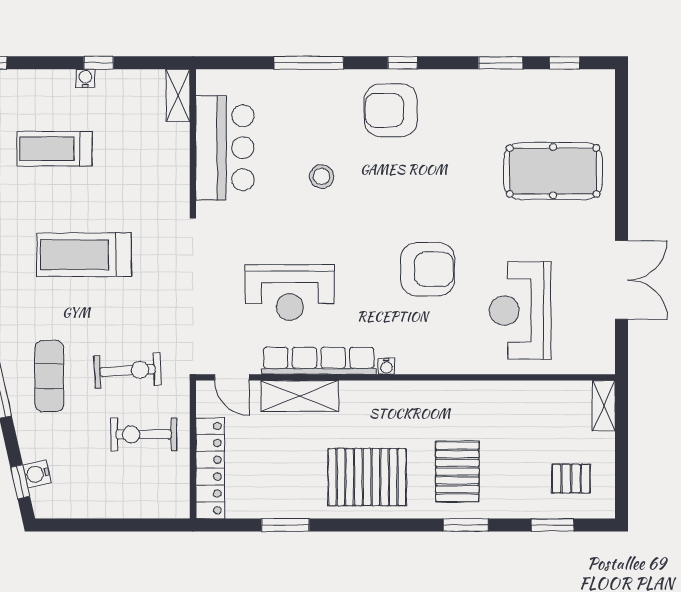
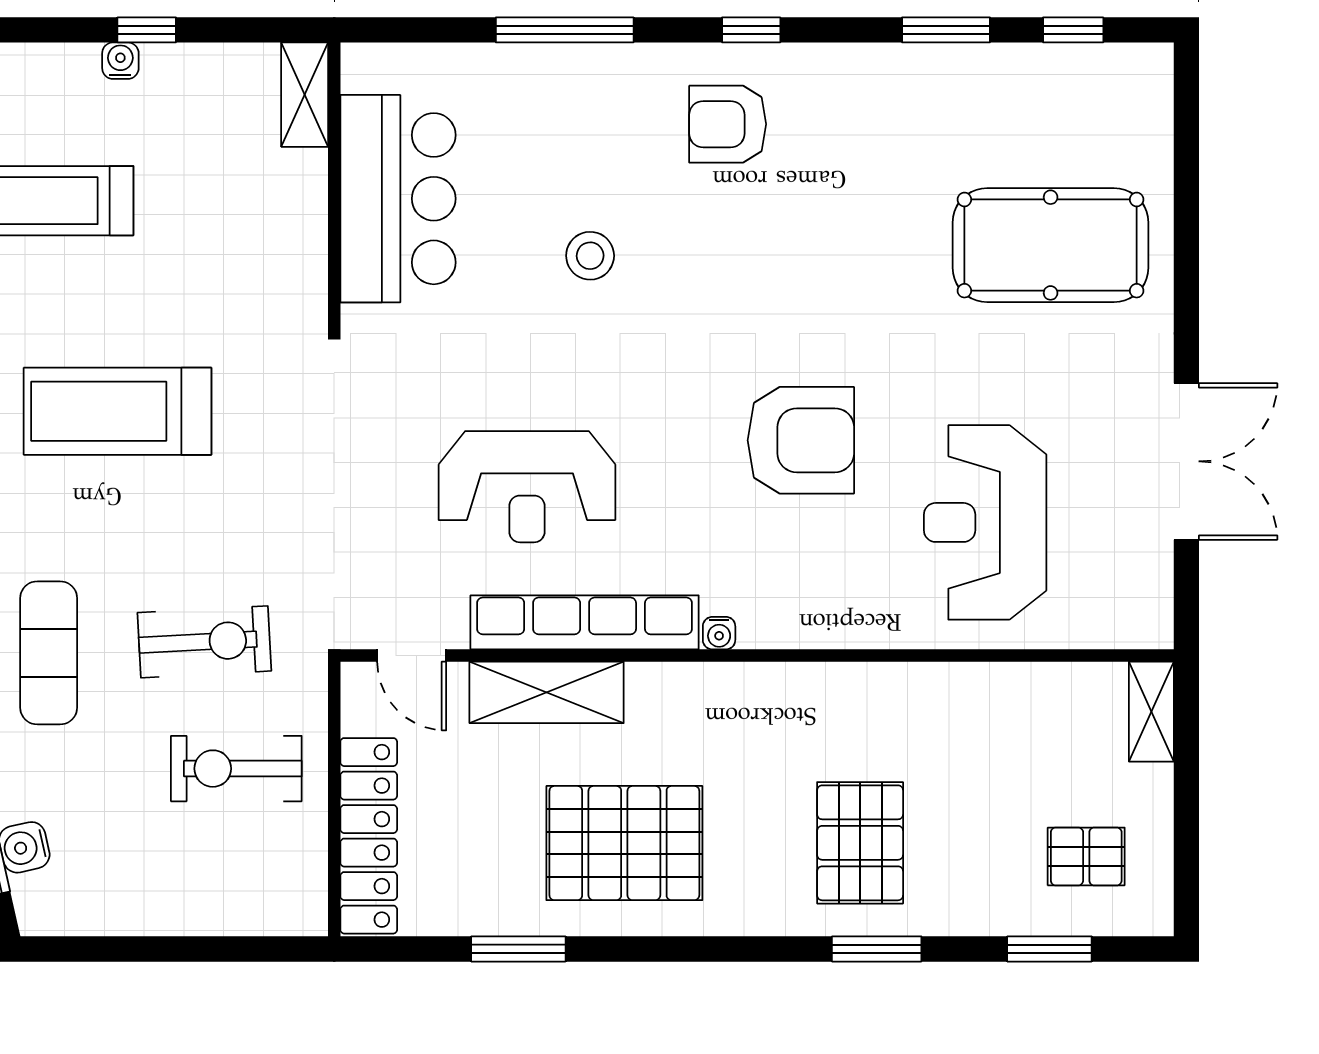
armchair: (391, 110) -> (728, 124), width x0.73, depth x0.73
pallet: (367, 477) -> (624, 843), moved

